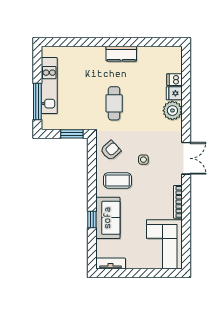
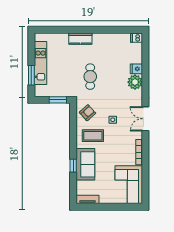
kitchen counter: (121, 54) -> (80, 39), moved
dishwasher: (174, 80) -> (136, 38), moved
window: (37, 101) -> (31, 75), width x0.69
double door: (186, 158) -> (145, 119), swing flipped

